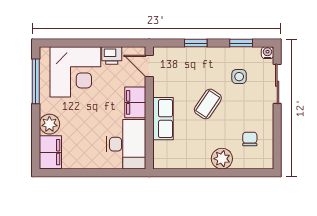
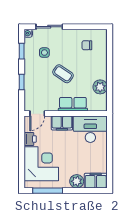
plant: (222, 159) -> (100, 87), moved

